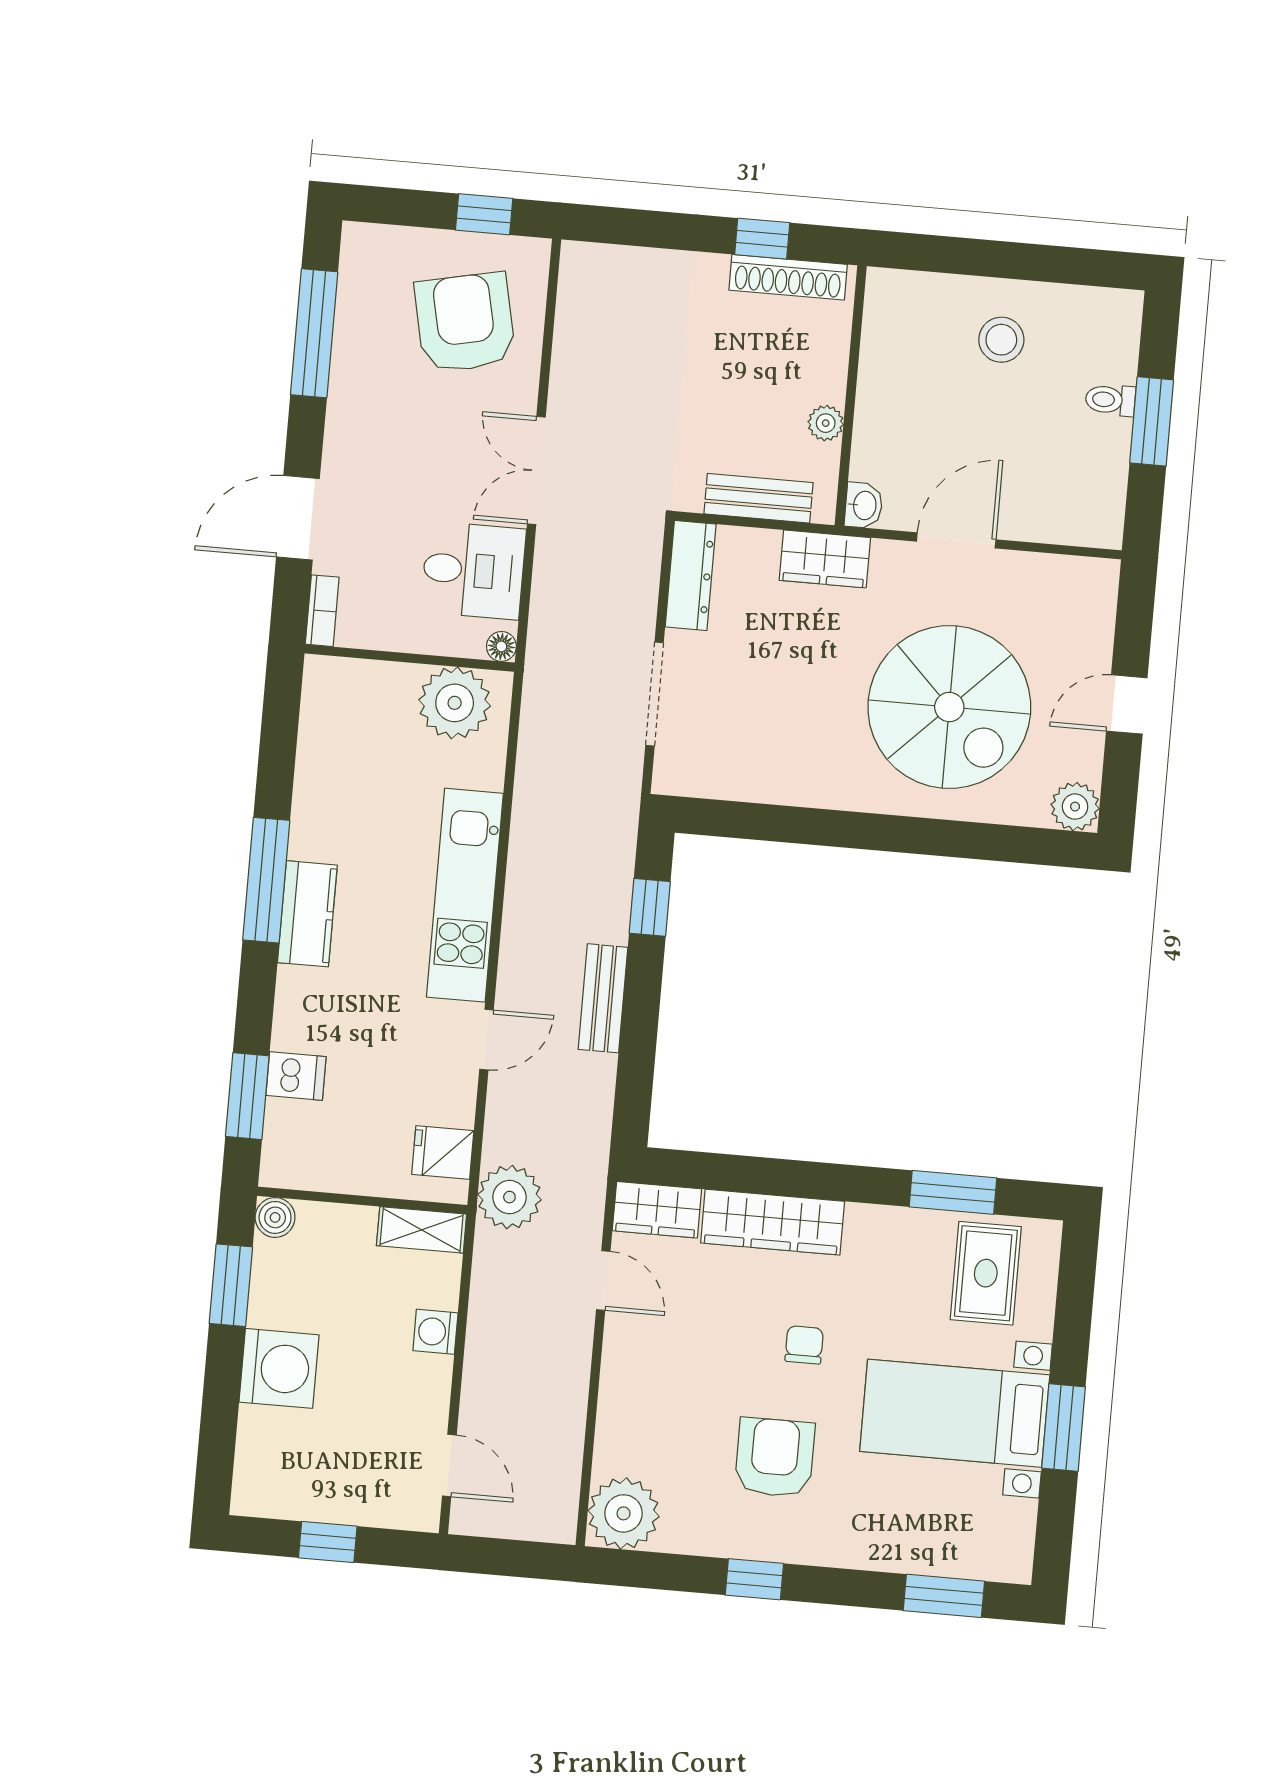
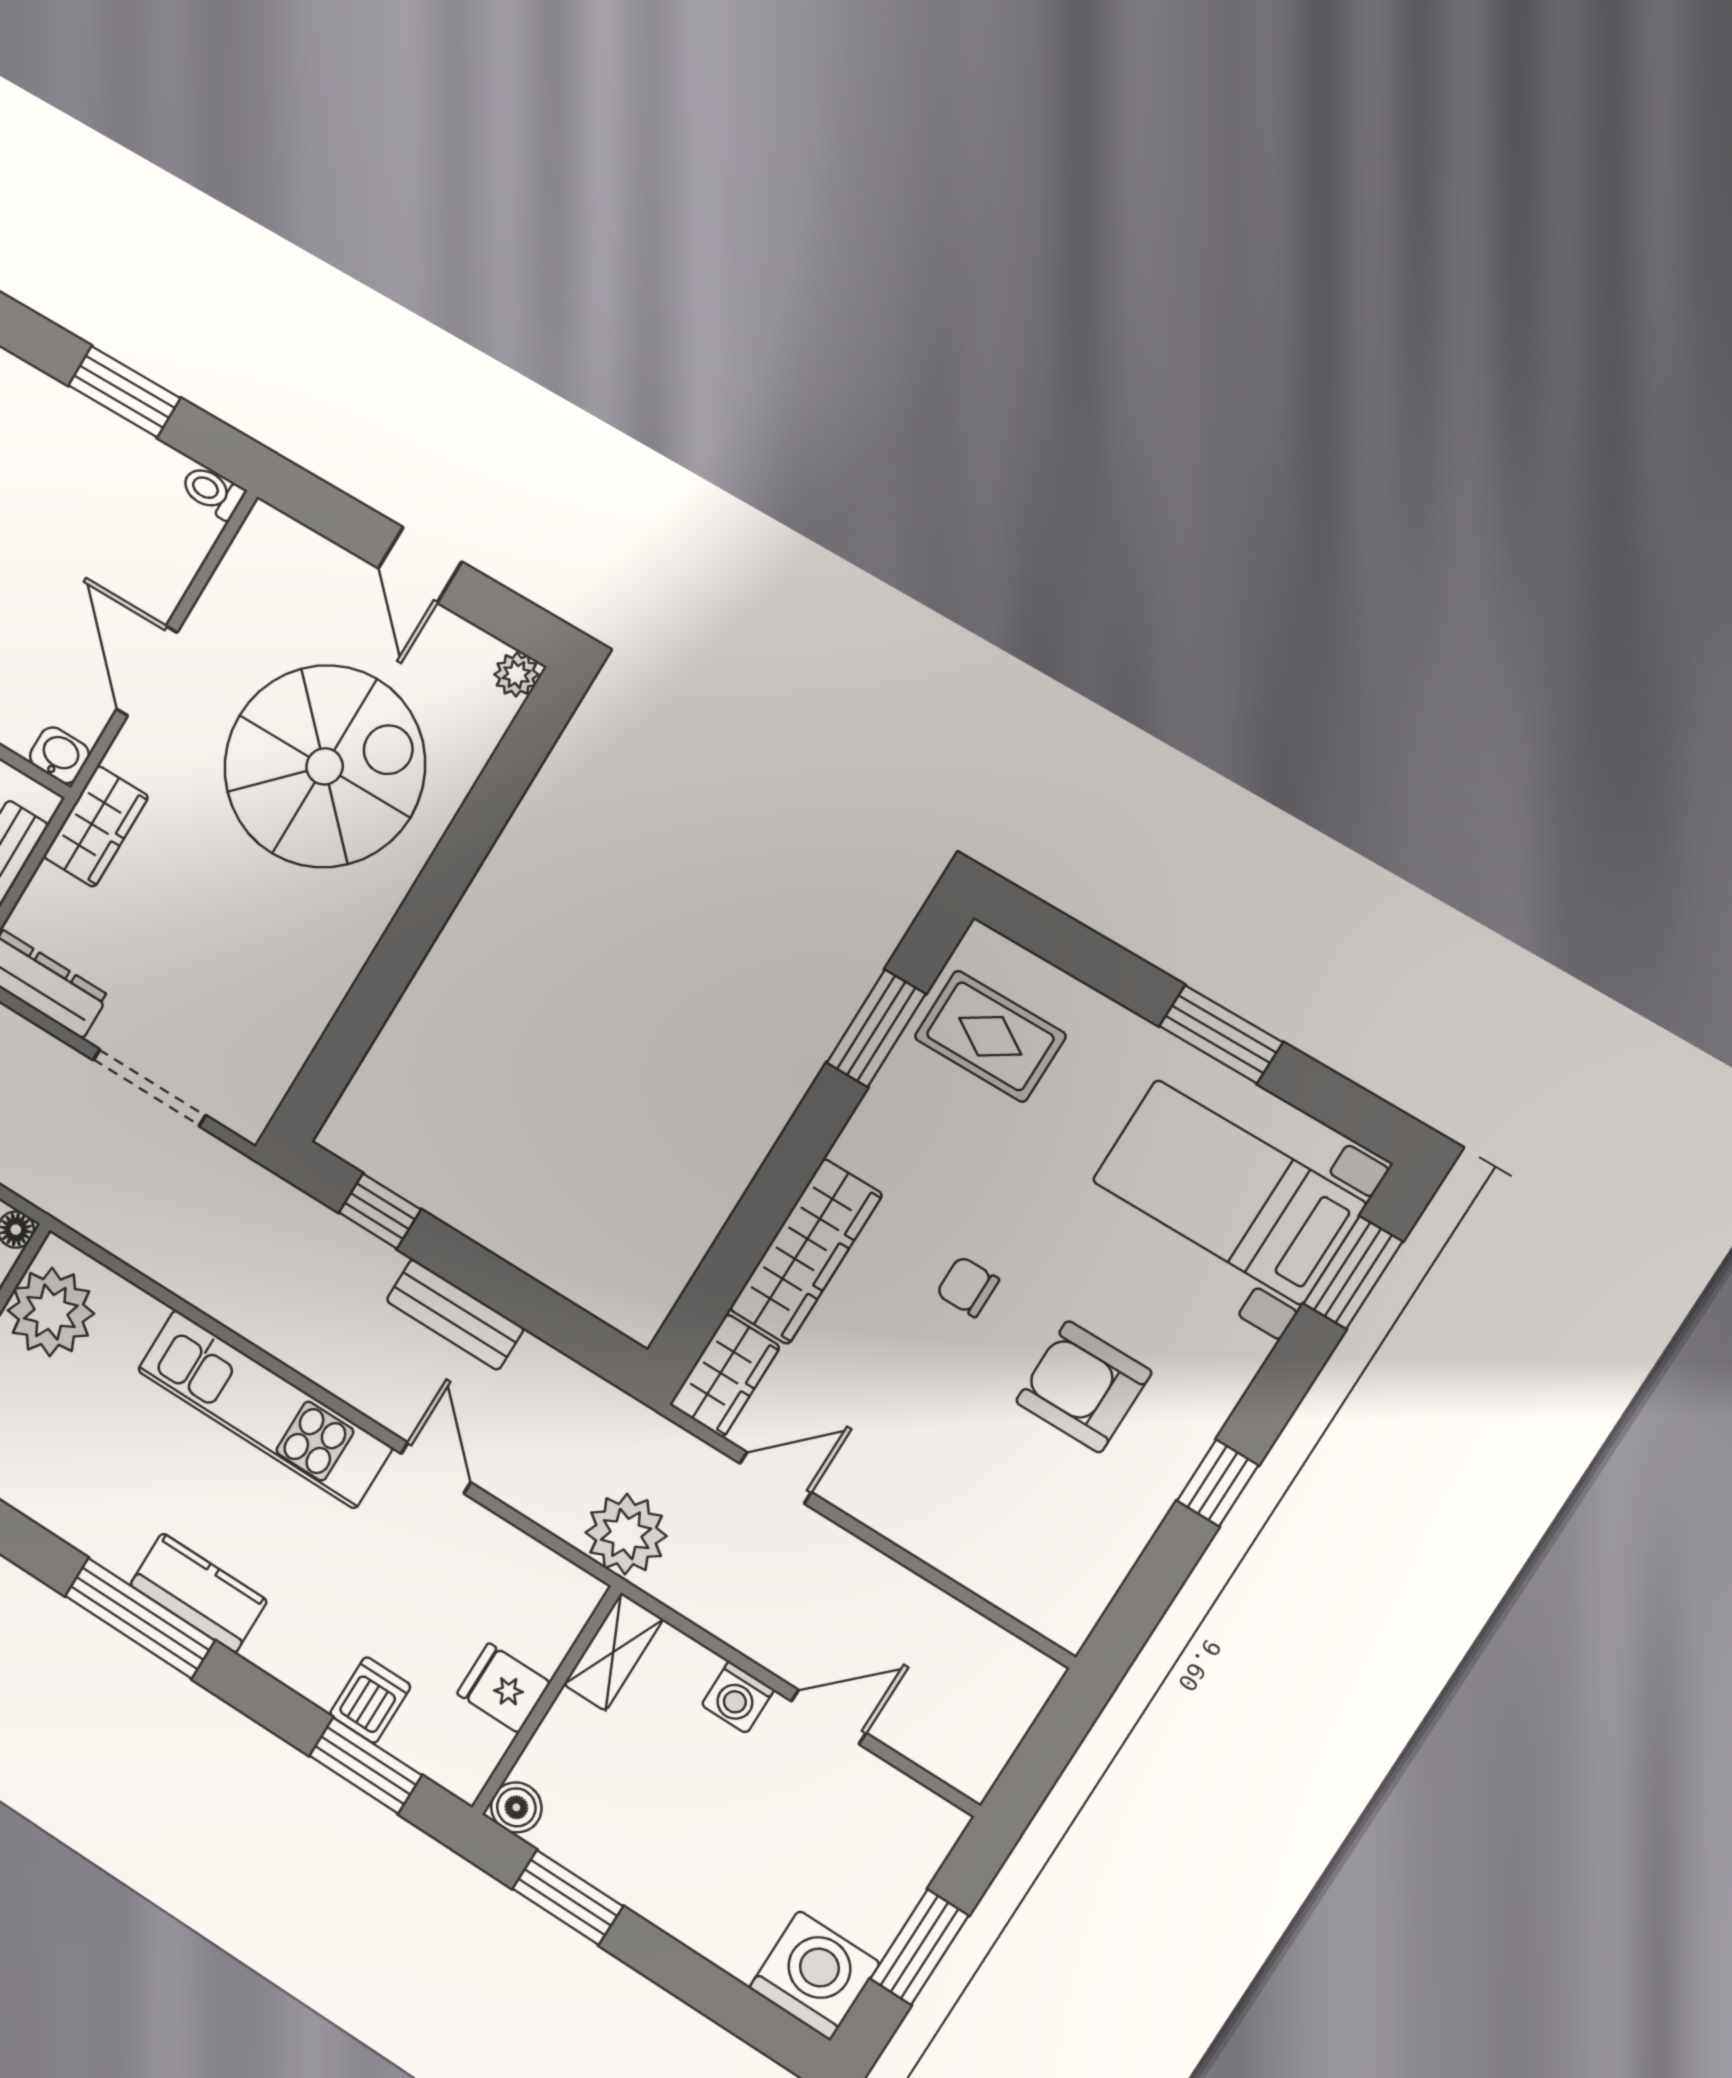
toilet: (1110, 400) -> (213, 492), moved, turned 90
plant: (1075, 807) -> (516, 674), width x0.73, depth x0.73
fridge: (443, 1153) -> (504, 1688), moved, turned 90
washing machine: (279, 1368) -> (814, 1975), moved
bed with nightstands: (955, 1413) -> (1229, 1192), moved, turned 90
door: (449, 1465) -> (829, 1717), moved
plant: (624, 1513) -> (1060, 1594), removed
window: (328, 1542) -> (919, 1947), width x1.50

